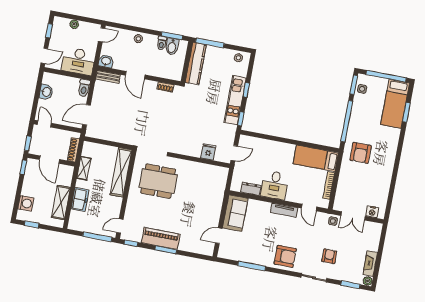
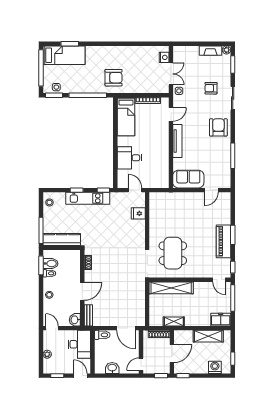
desk: (275, 185) -> (129, 158), moved, turned 180
dresser: (251, 189) -> (164, 169), removed
freezer: (80, 200) -> (221, 320), moved
tv unit: (284, 210) -> (177, 141), width x1.41
door: (219, 236) -> (211, 190), hinge flipped

